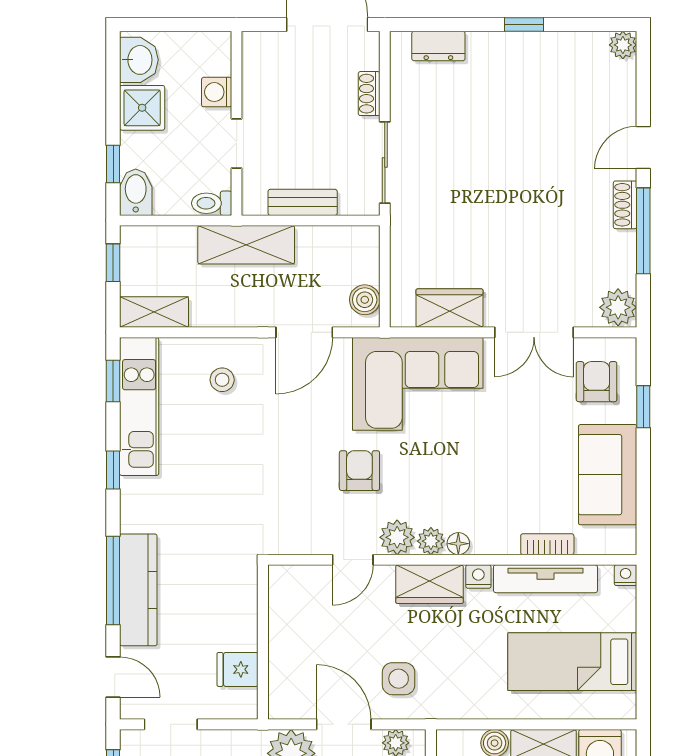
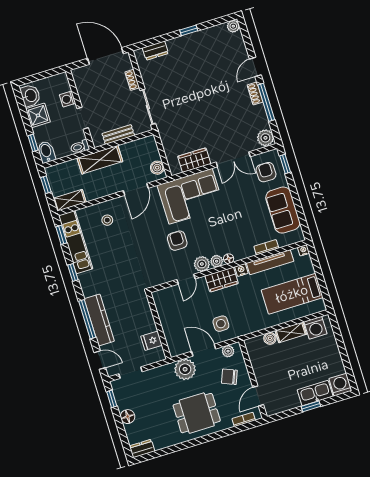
window: (643, 407) -> (285, 164), moved

